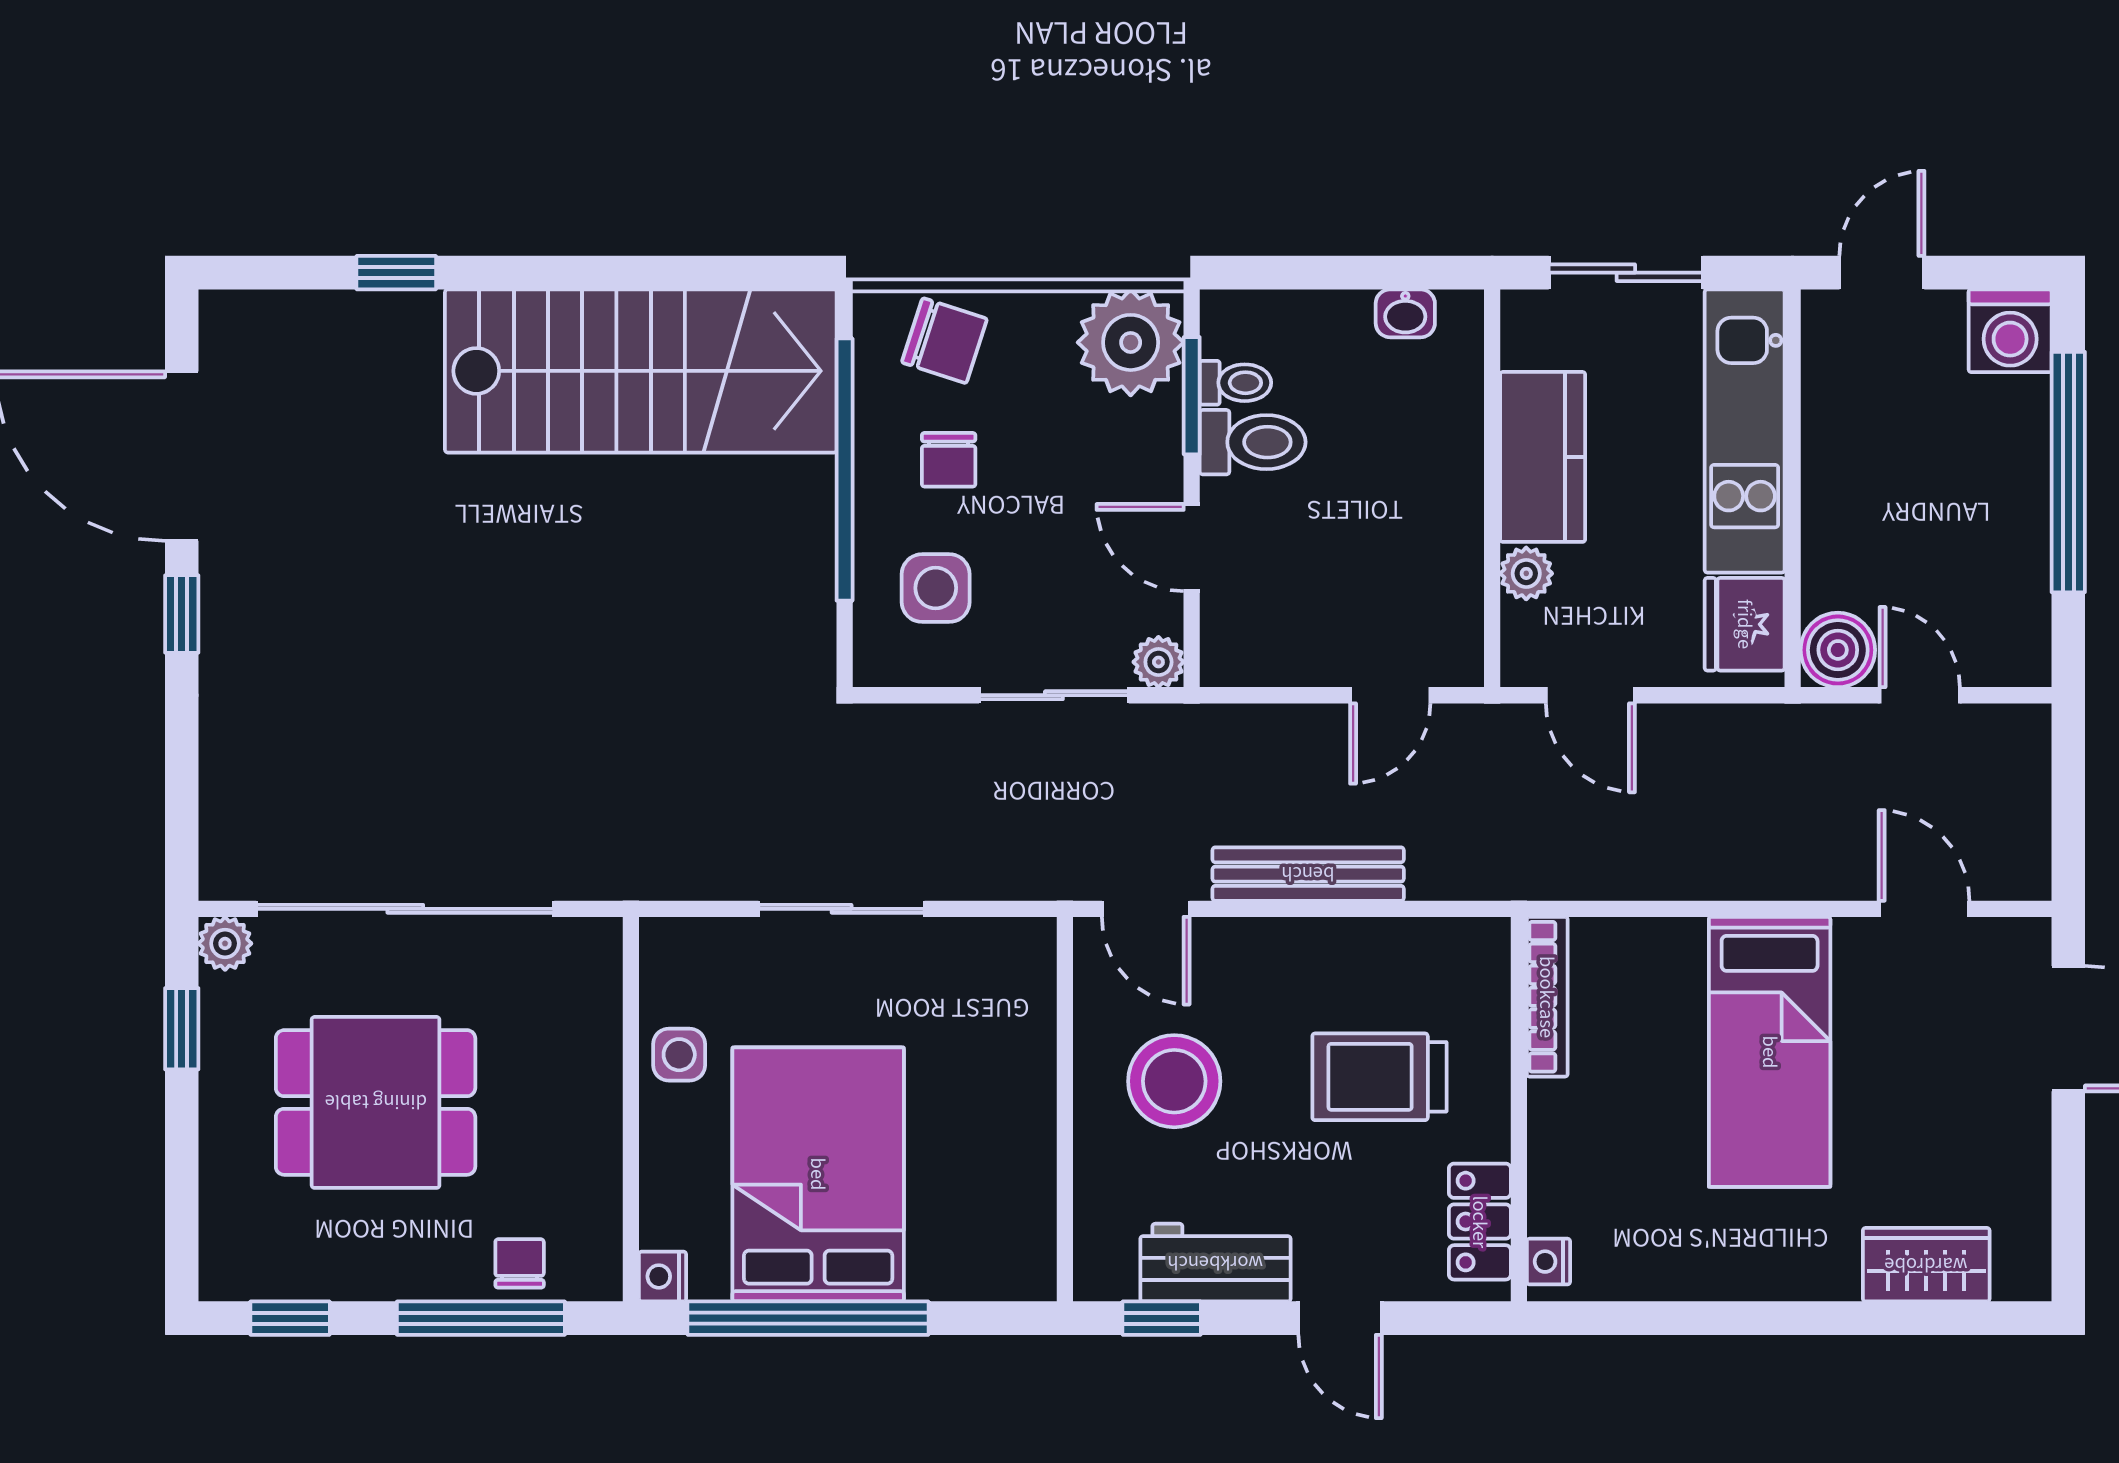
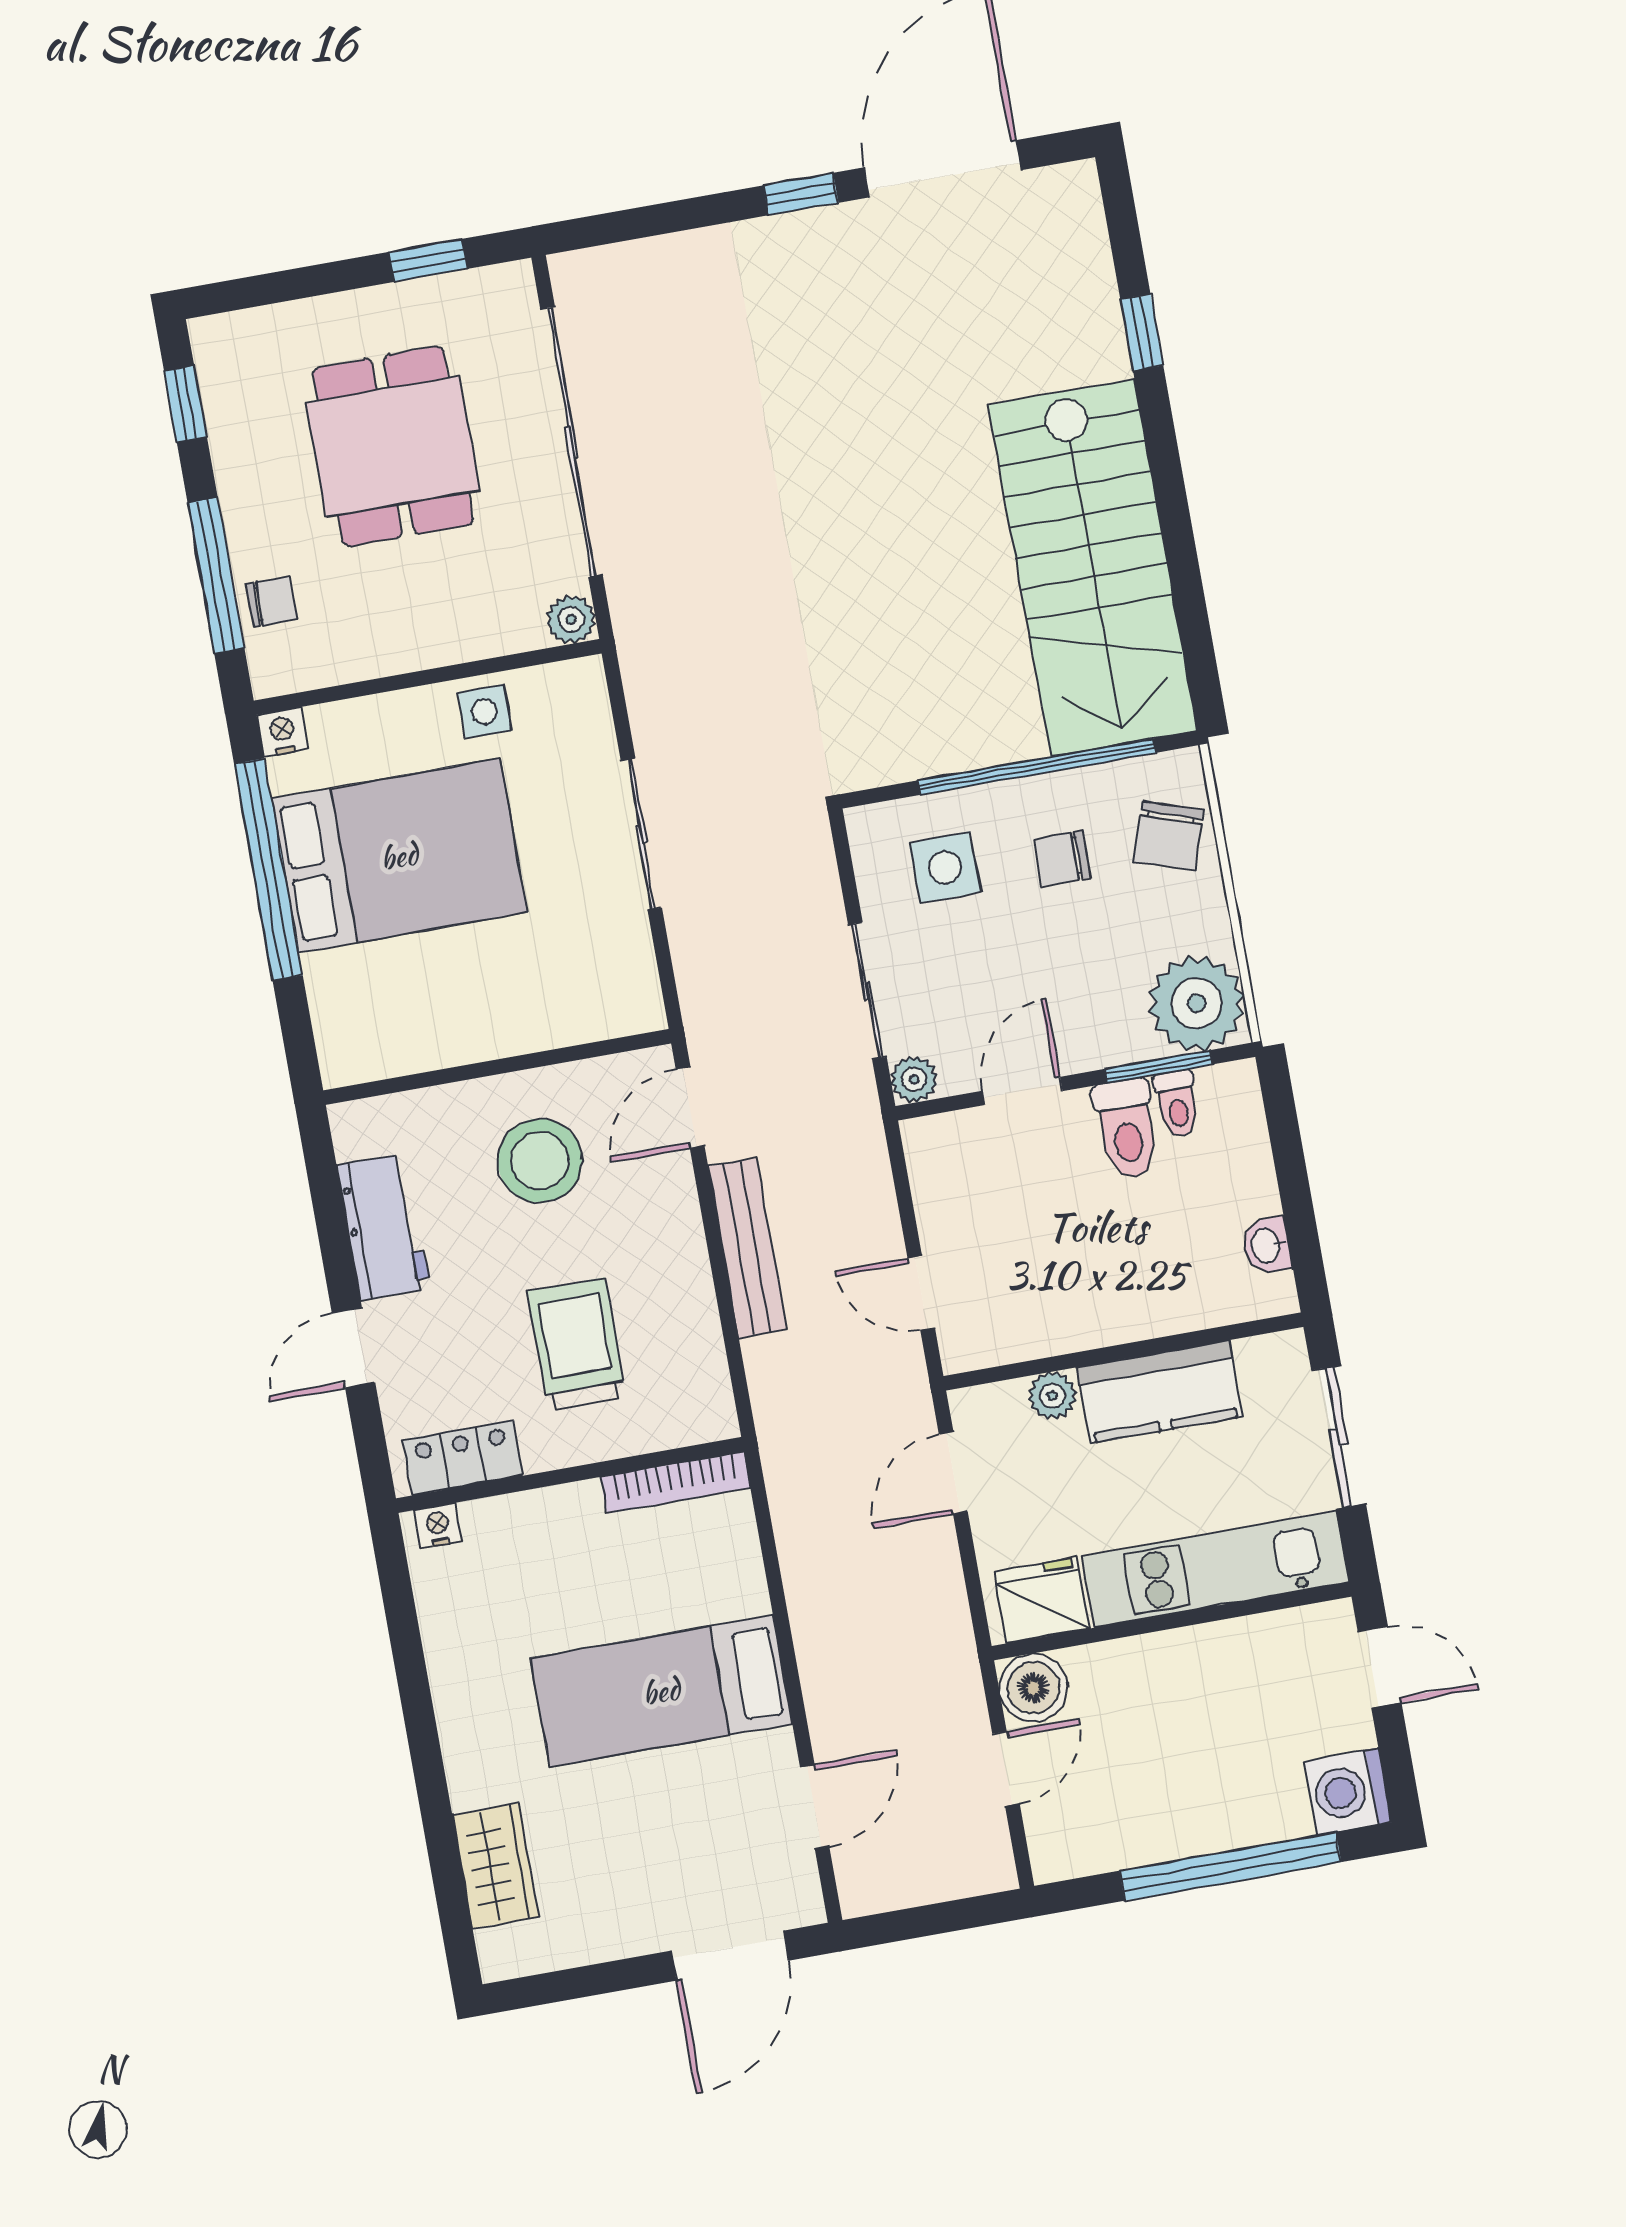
plant: (225, 943) -> (571, 619), moved
window: (1162, 1318) -> (325, 1187), removed

